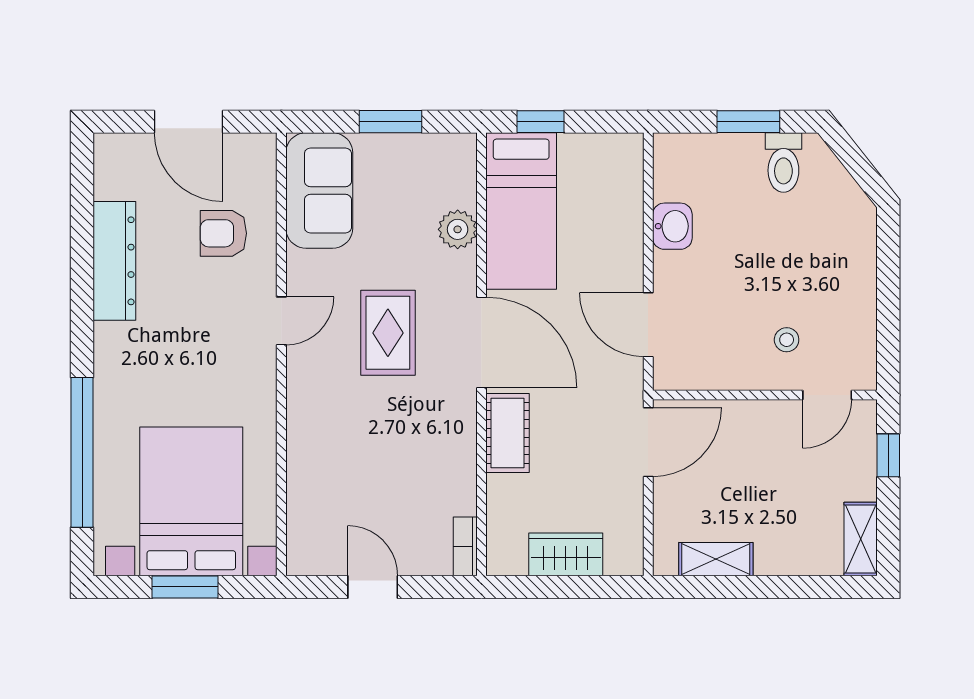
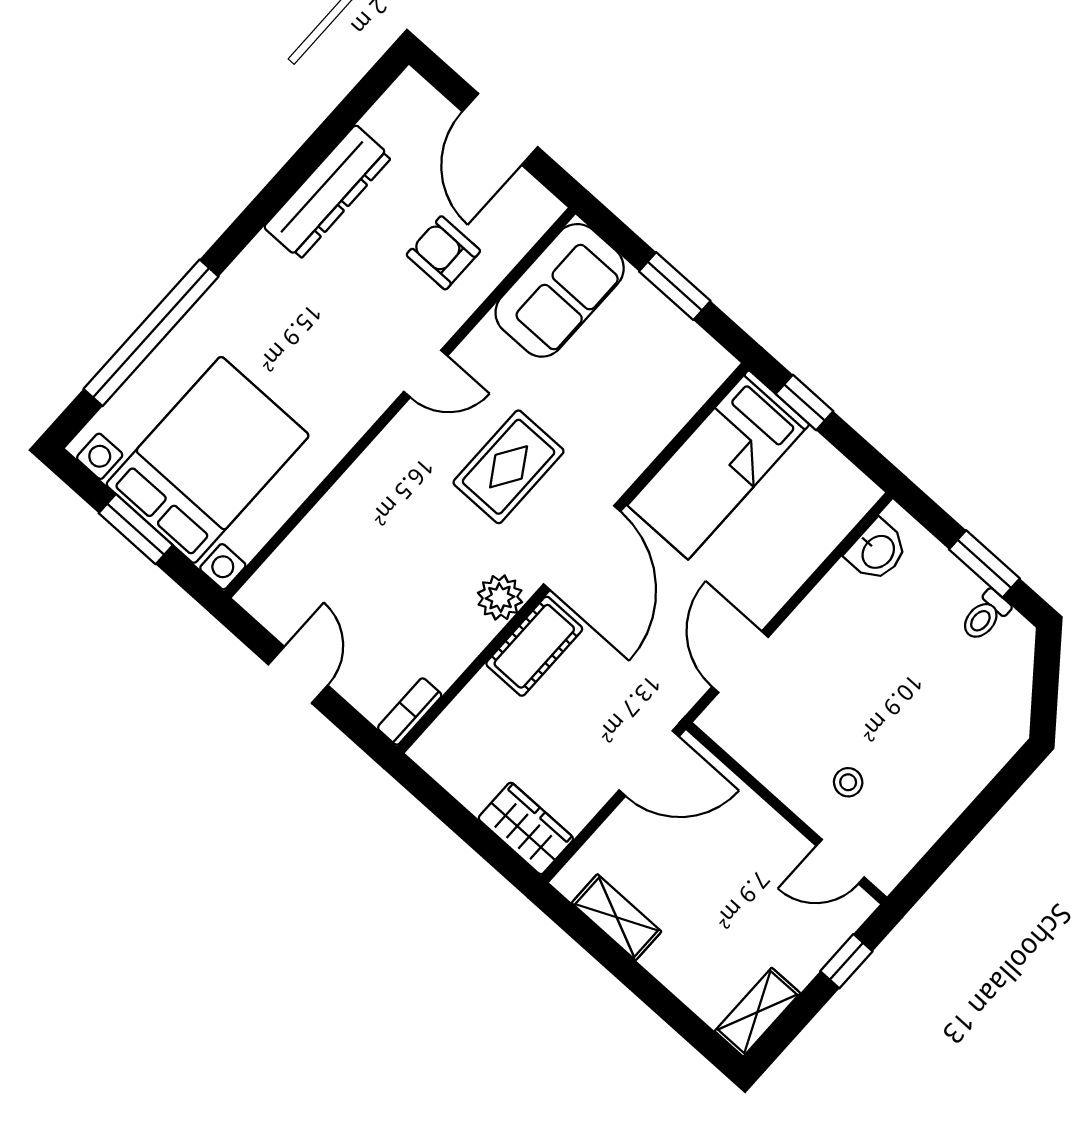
toilet: (783, 163) -> (985, 616), width x0.73, depth x0.72
washbasin: (672, 226) -> (877, 551), moved
plant: (458, 229) -> (500, 597), moved
wardrobe: (566, 554) -> (526, 828), moved

